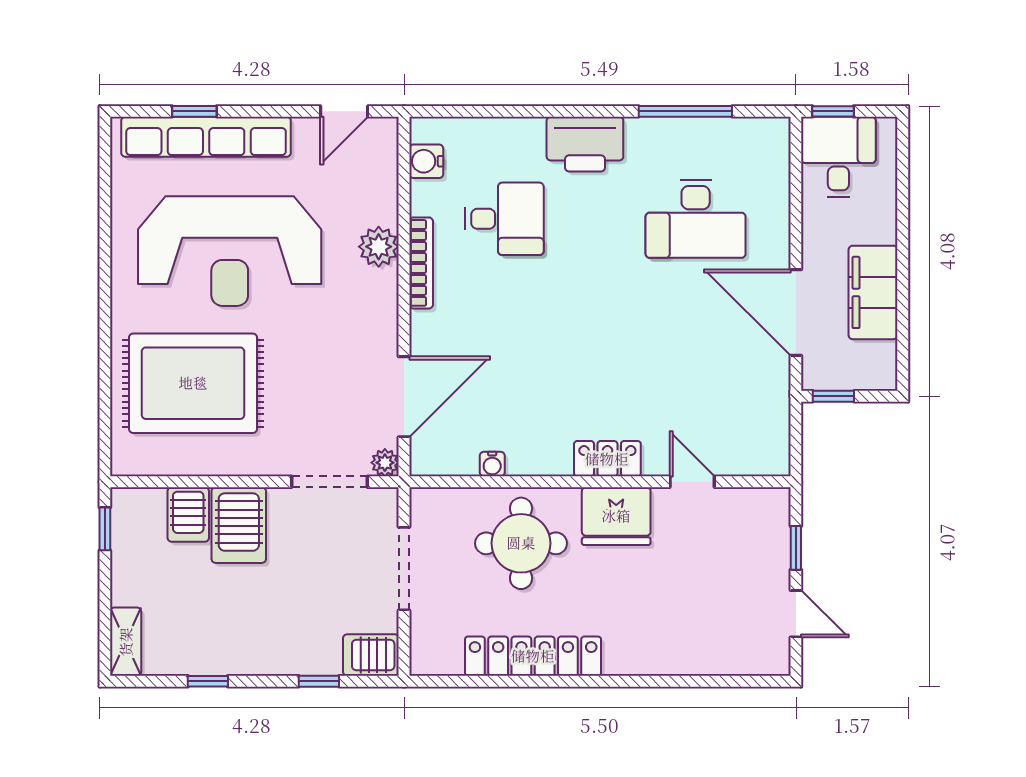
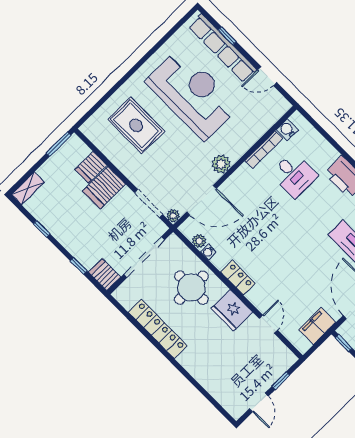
door: (344, 111) -> (267, 76), moved
plant: (379, 247) -> (221, 164), moved
reception desk: (230, 251) -> (192, 94), turned 180
bookcase: (421, 263) -> (264, 150), moved
rug: (193, 383) -> (136, 125), width x0.73, depth x0.69
filing cabinet: (768, 411) -> (317, 326), added
locker: (607, 459) -> (238, 278), moved
plant: (462, 462) -> (199, 241), added
window: (105, 529) -> (59, 144), width x1.50
doorway: (404, 569) -> (144, 257), width x1.36

